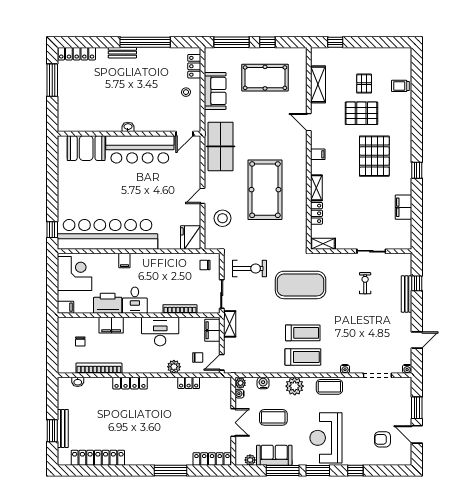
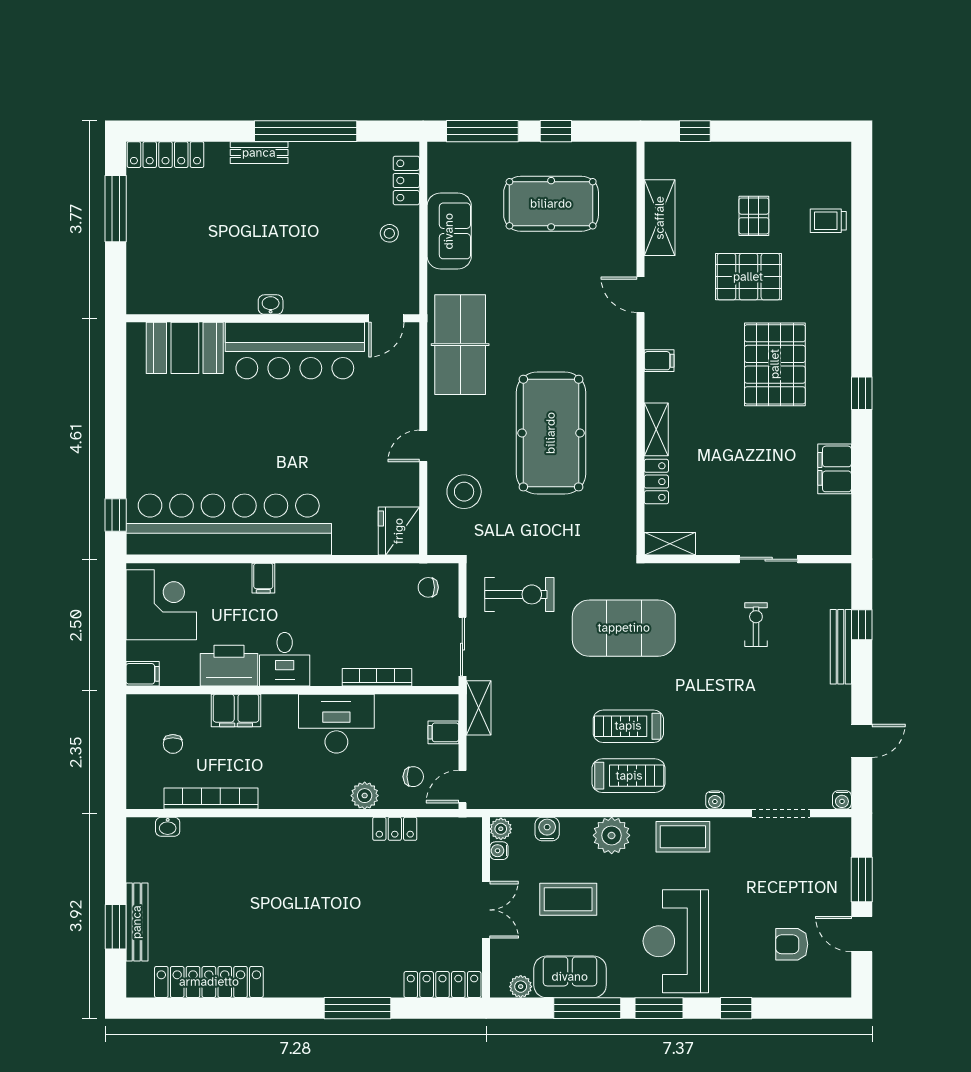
filing cabinet: (212, 330) -> (443, 732), width x0.50
treadmill: (303, 333) -> (628, 726), turned 180
locker: (130, 383) -> (275, 829), removed

